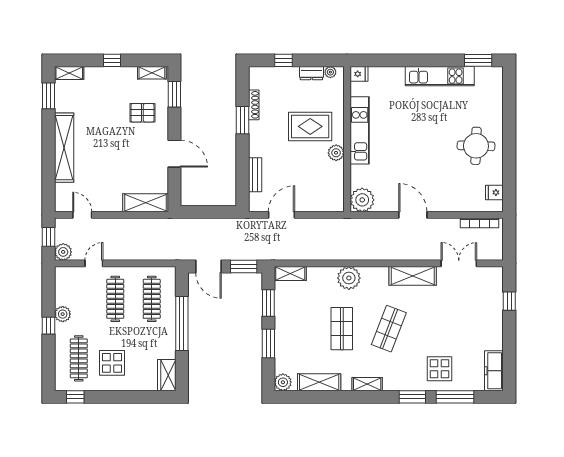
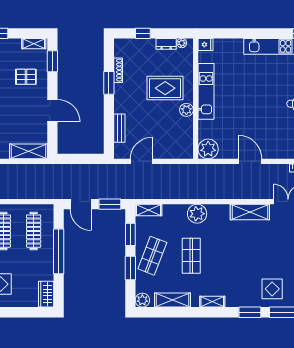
shop shelf: (389, 329) -> (152, 256), moved

